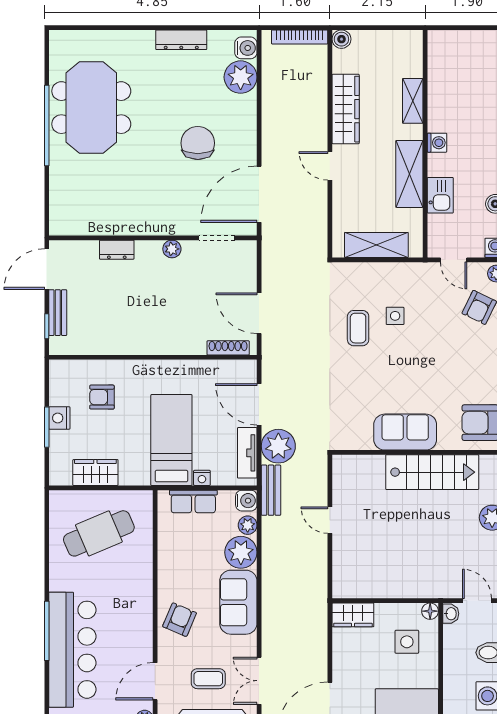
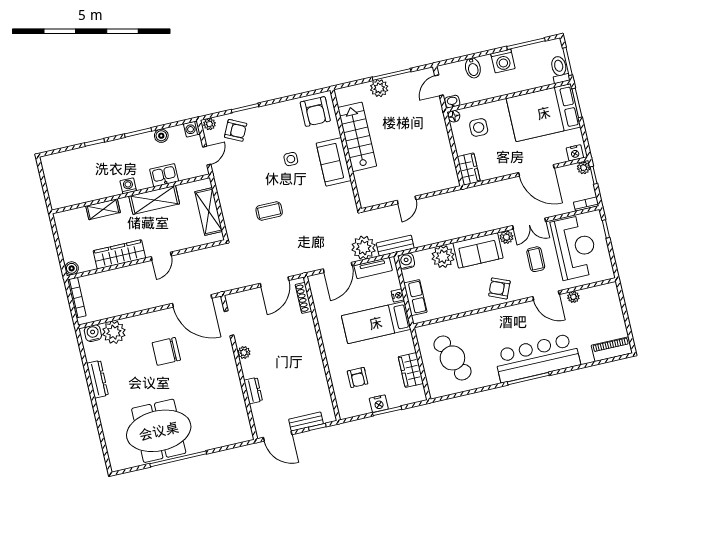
side table: (395, 316) -> (291, 159), moved
plant: (248, 525) -> (506, 237), moved

